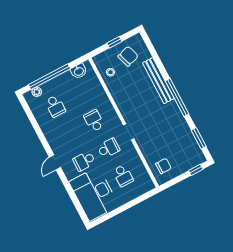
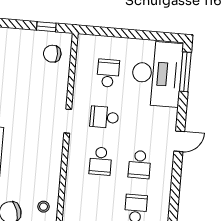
school desk: (84, 161) -> (140, 164), moved, turned 90
window: (196, 170) -> (46, 27), moved
window: (78, 206) -> (185, 72), added

